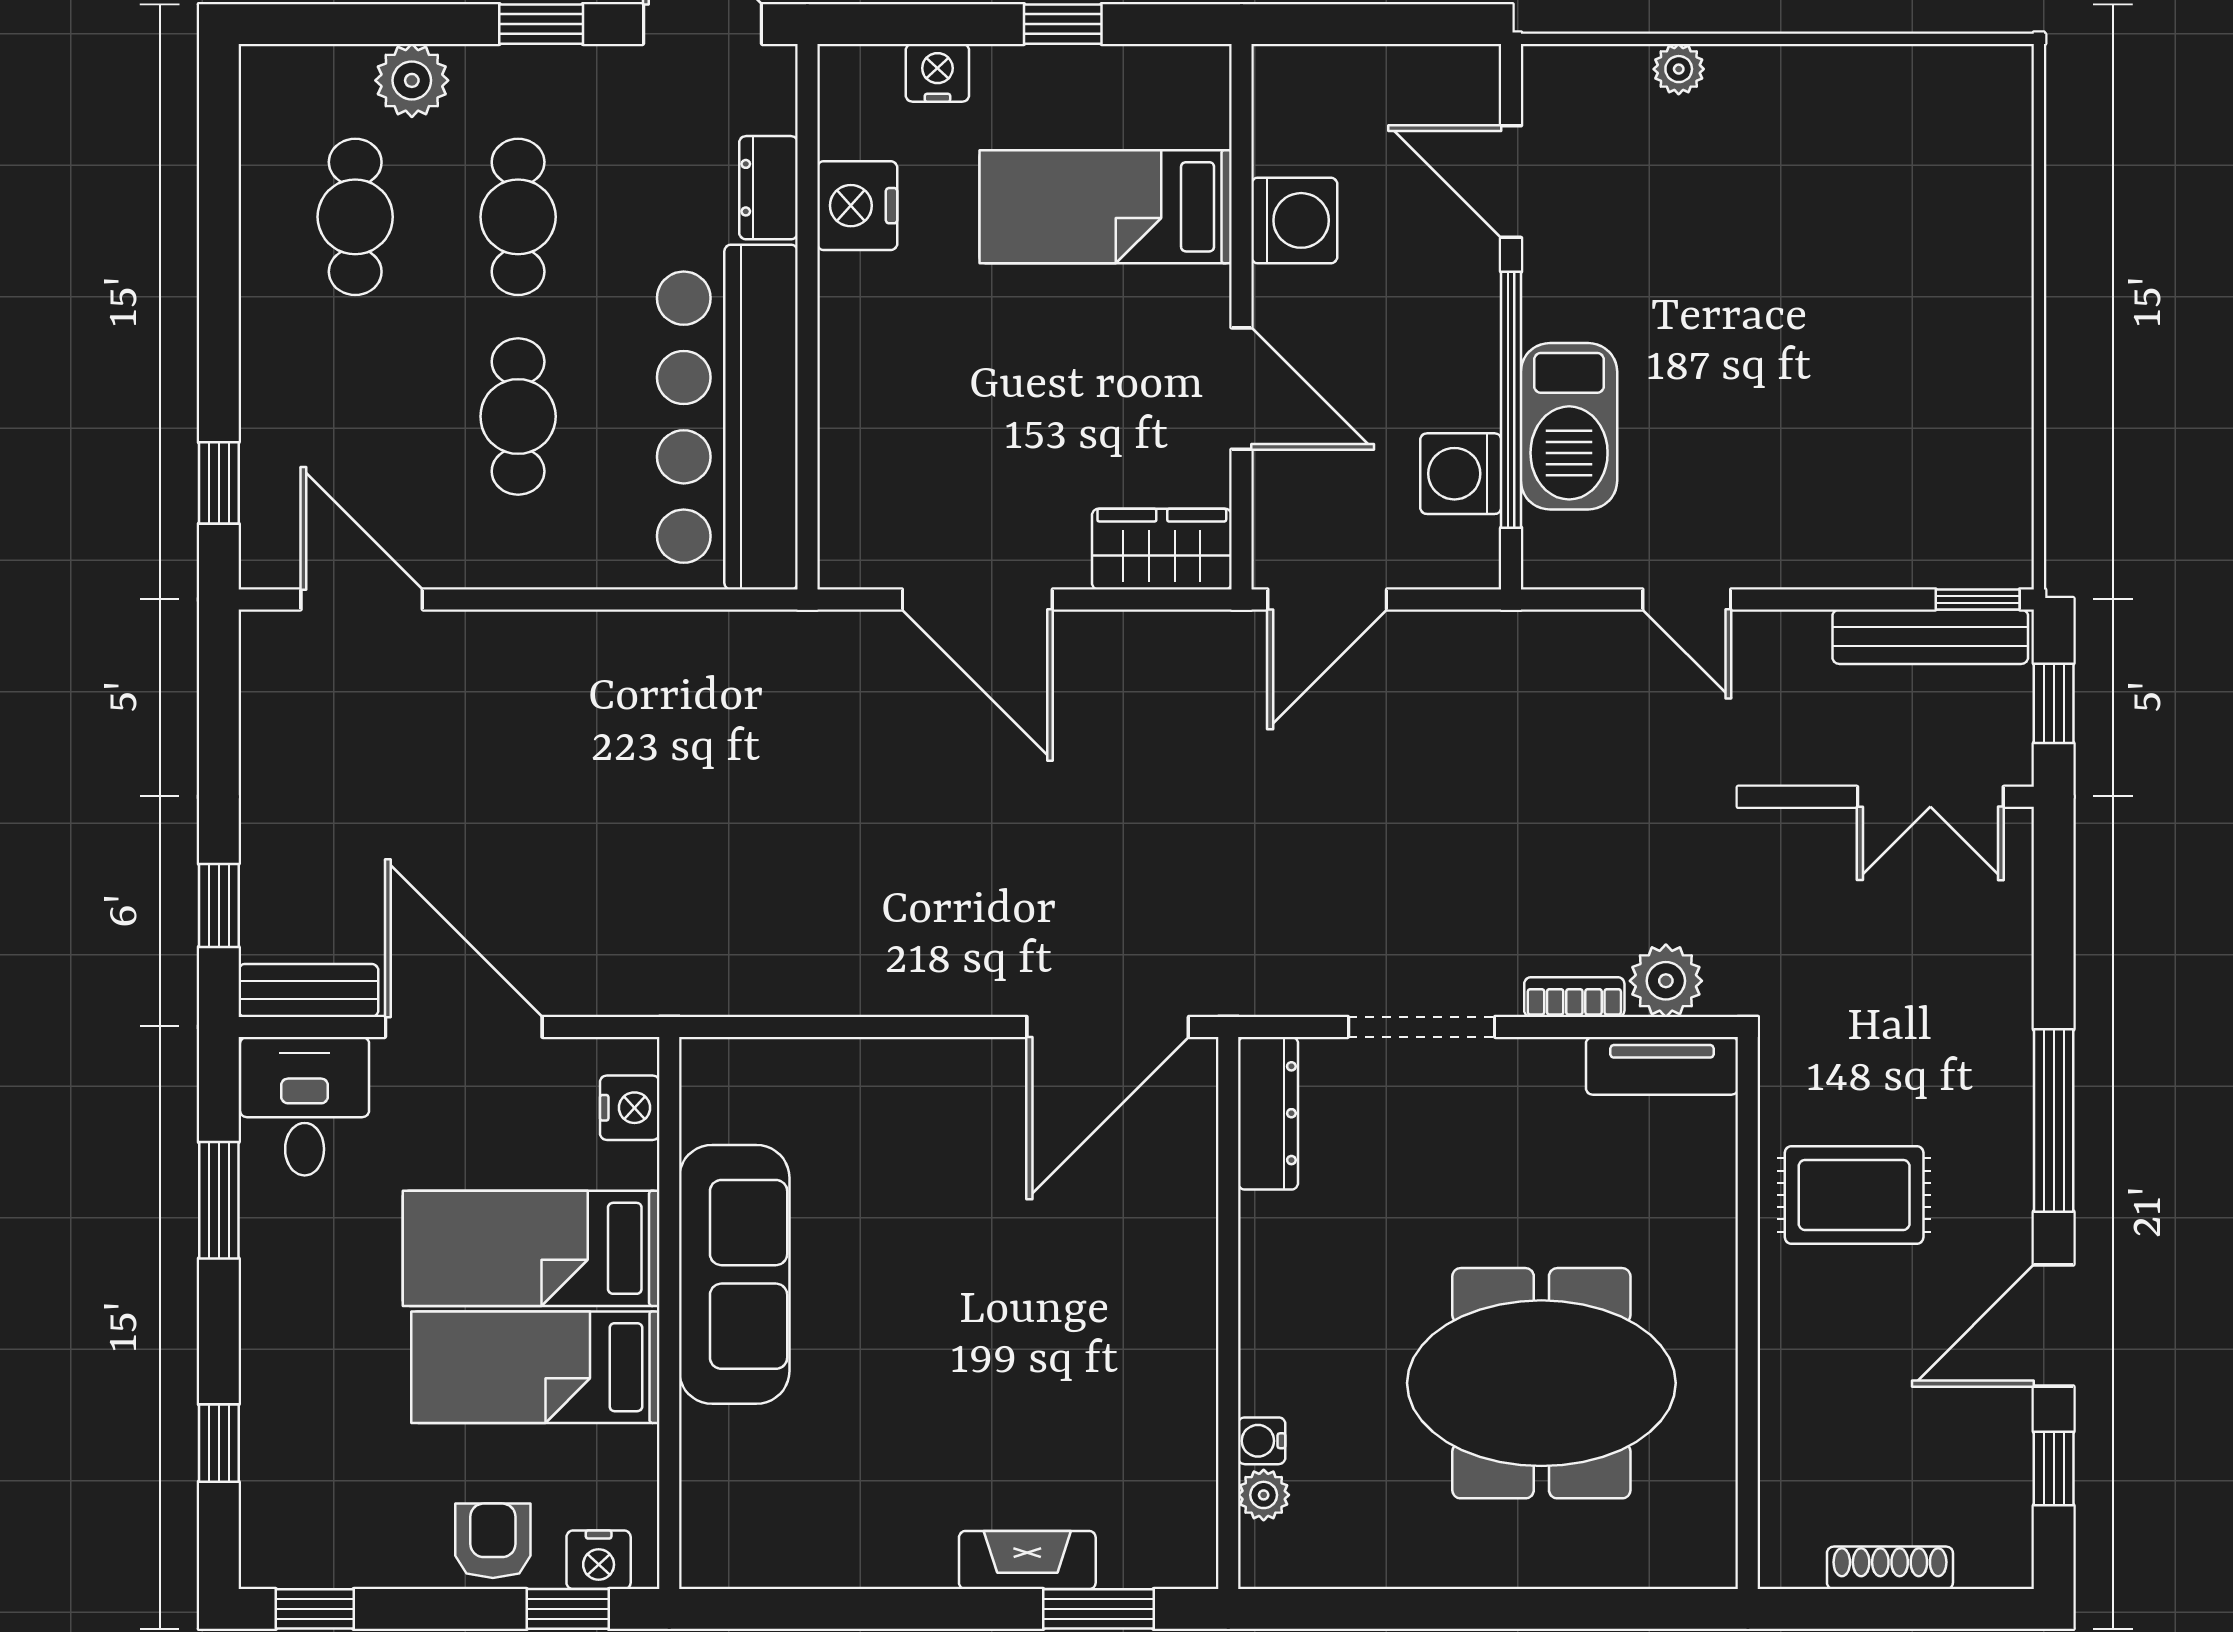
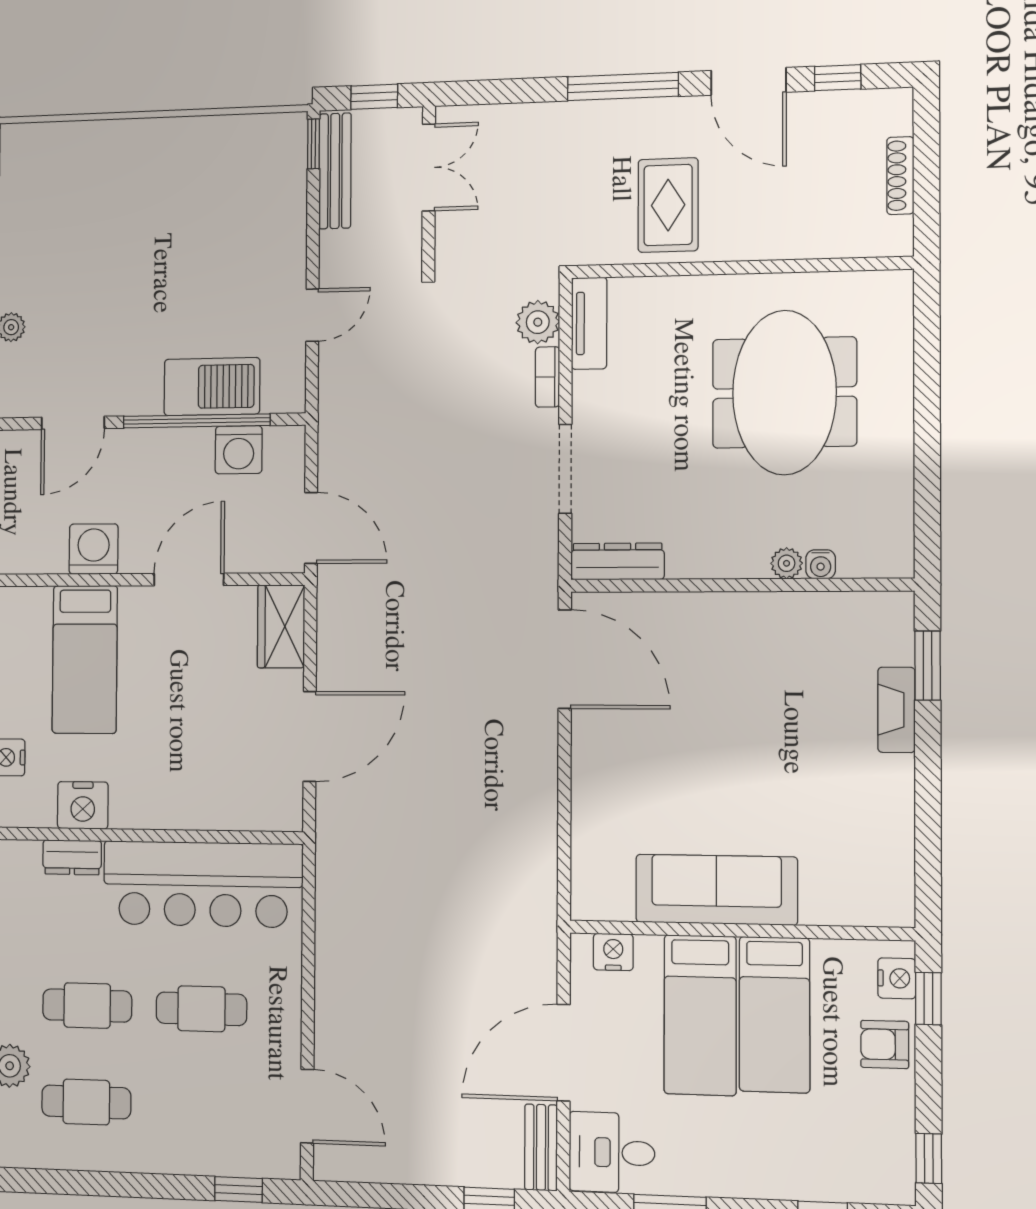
door: (362, 599) -> (307, 1106), swing flipped
plant: (1264, 1495) -> (787, 563), moved

